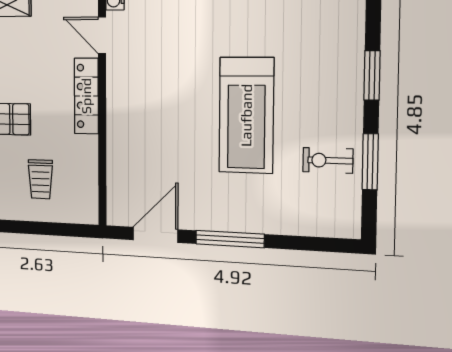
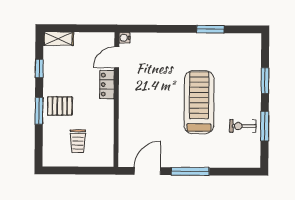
door: (102, 35) -> (117, 57), hinge flipped
locker: (86, 96) -> (107, 85), width x0.66
treadmill: (246, 115) -> (199, 102), turned 180

